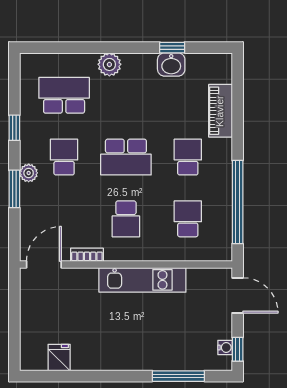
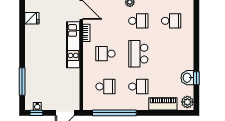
plant: (109, 64) -> (187, 102), moved
school desk: (64, 95) -> (171, 21), width x0.54
kitchen unit: (142, 280) -> (73, 45), moved

